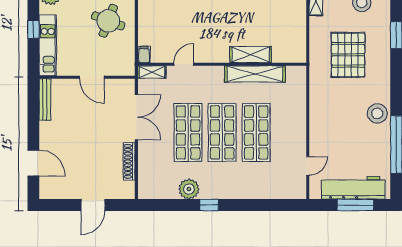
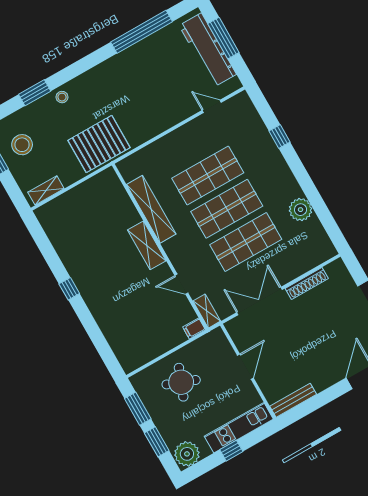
shelving: (251, 55) -> (147, 245), moved
pallet: (348, 55) -> (99, 144), moved
stool: (377, 113) -> (62, 97), moved, width x0.53, depth x0.53
window: (209, 205) -> (280, 136), moved

